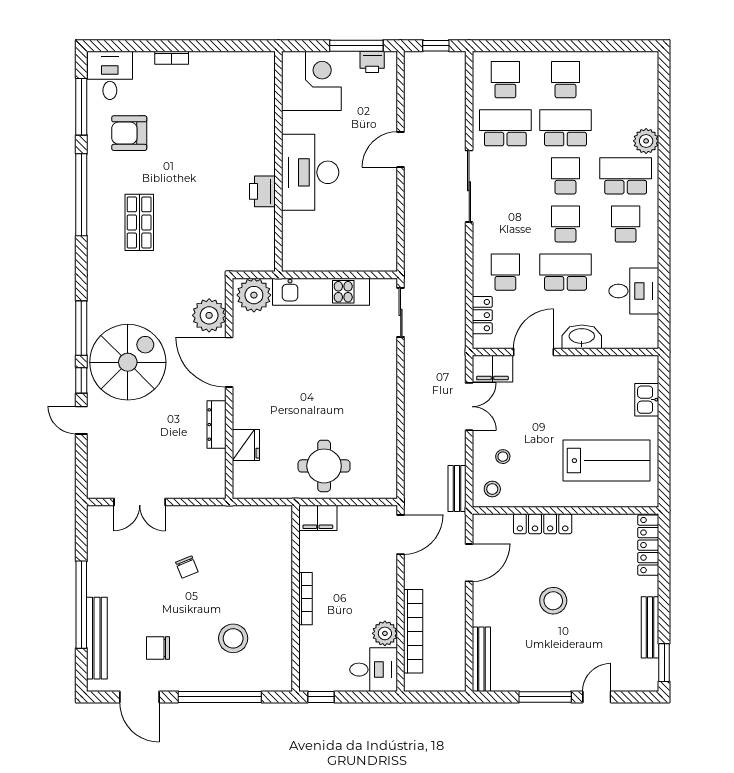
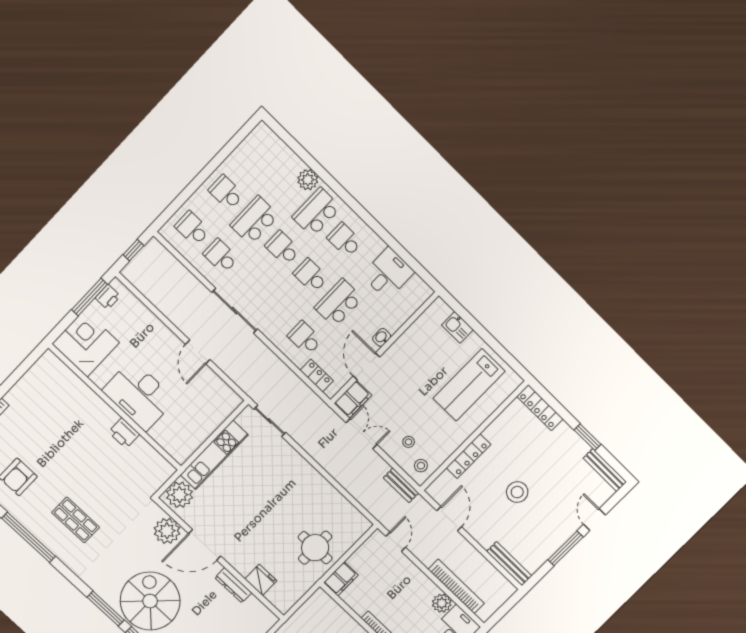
school desk: (505, 128) -> (221, 256), width x0.54
door: (401, 149) -> (198, 352), moved
washbasin: (582, 337) -> (382, 337), width x0.52, depth x0.69
lab bench: (606, 461) -> (469, 385), turned 180
door: (401, 535) -> (396, 542), width x0.73
bench: (650, 627) -> (605, 470), moved
window: (664, 663) -> (587, 437), moved

